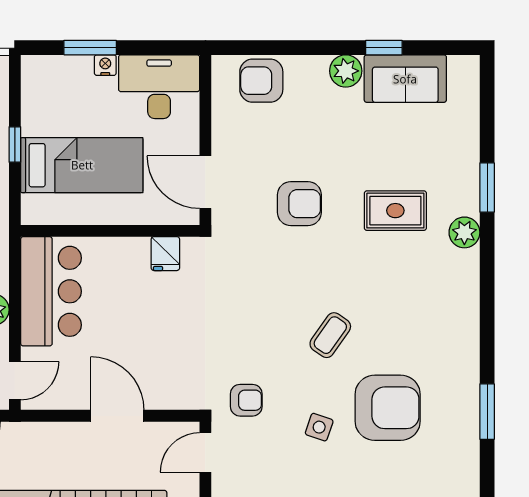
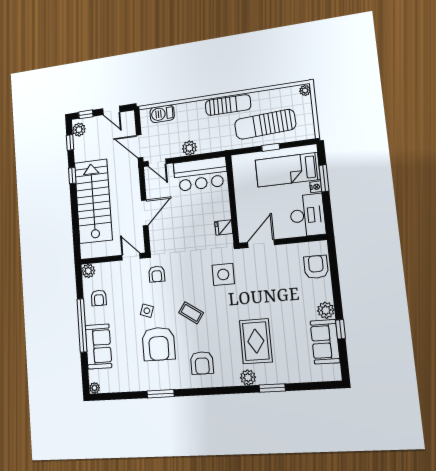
bed: (82, 165) -> (288, 170), moved, turned 90
armchair: (299, 204) -> (202, 363), moved
rug: (395, 211) -> (256, 341), width x1.36, depth x1.43
side table: (259, 263) -> (223, 274), added

